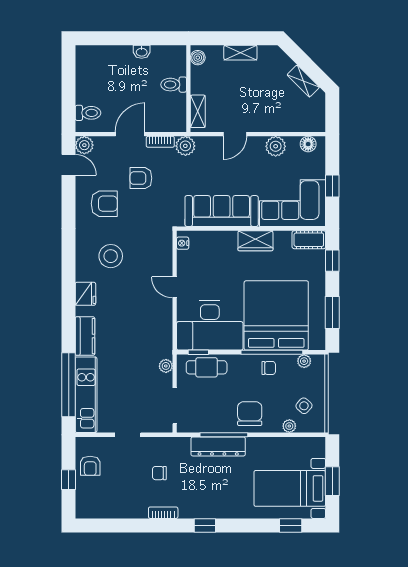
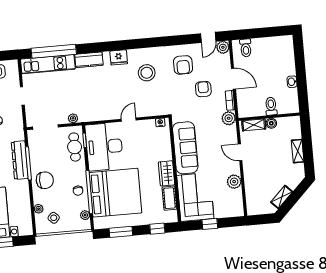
boiler: (198, 58) -> (271, 123), moved
floor lamp: (308, 144) -> (238, 204), removed
cot: (309, 240) -> (169, 198), moved

